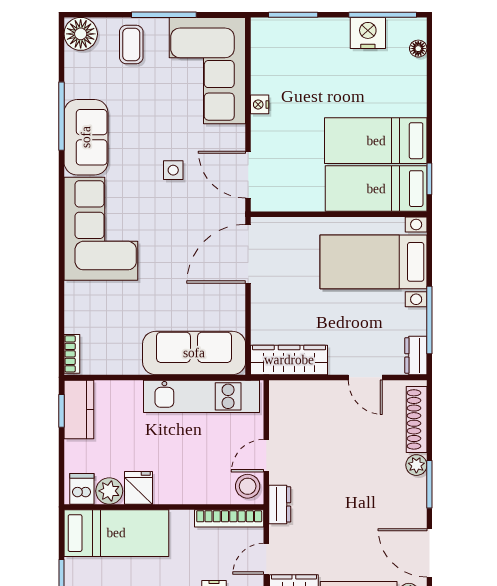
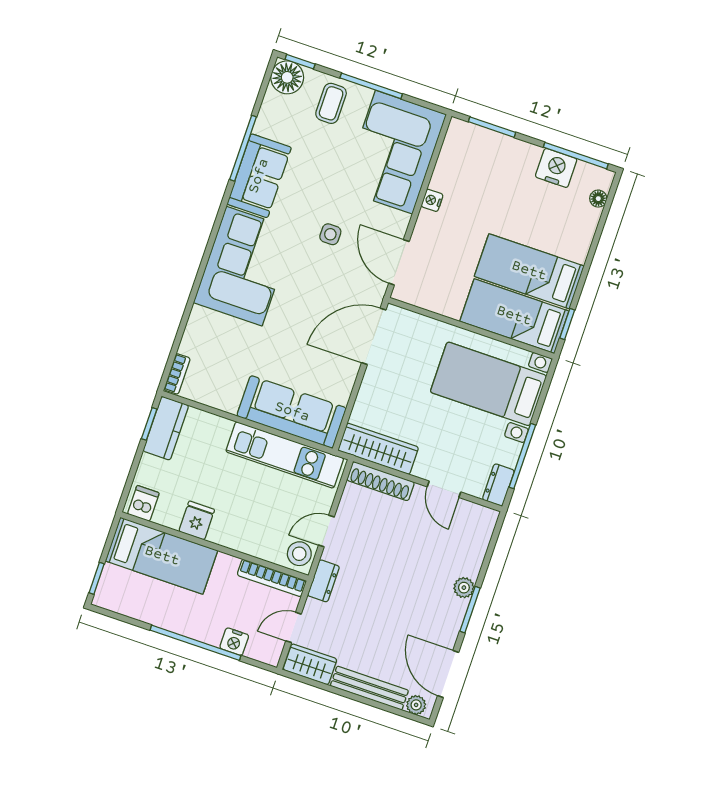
window: (88, 15) -> (300, 62), added
shoe rack: (417, 419) -> (381, 481), moved, turned -90
plant: (109, 491) -> (168, 514), removed

